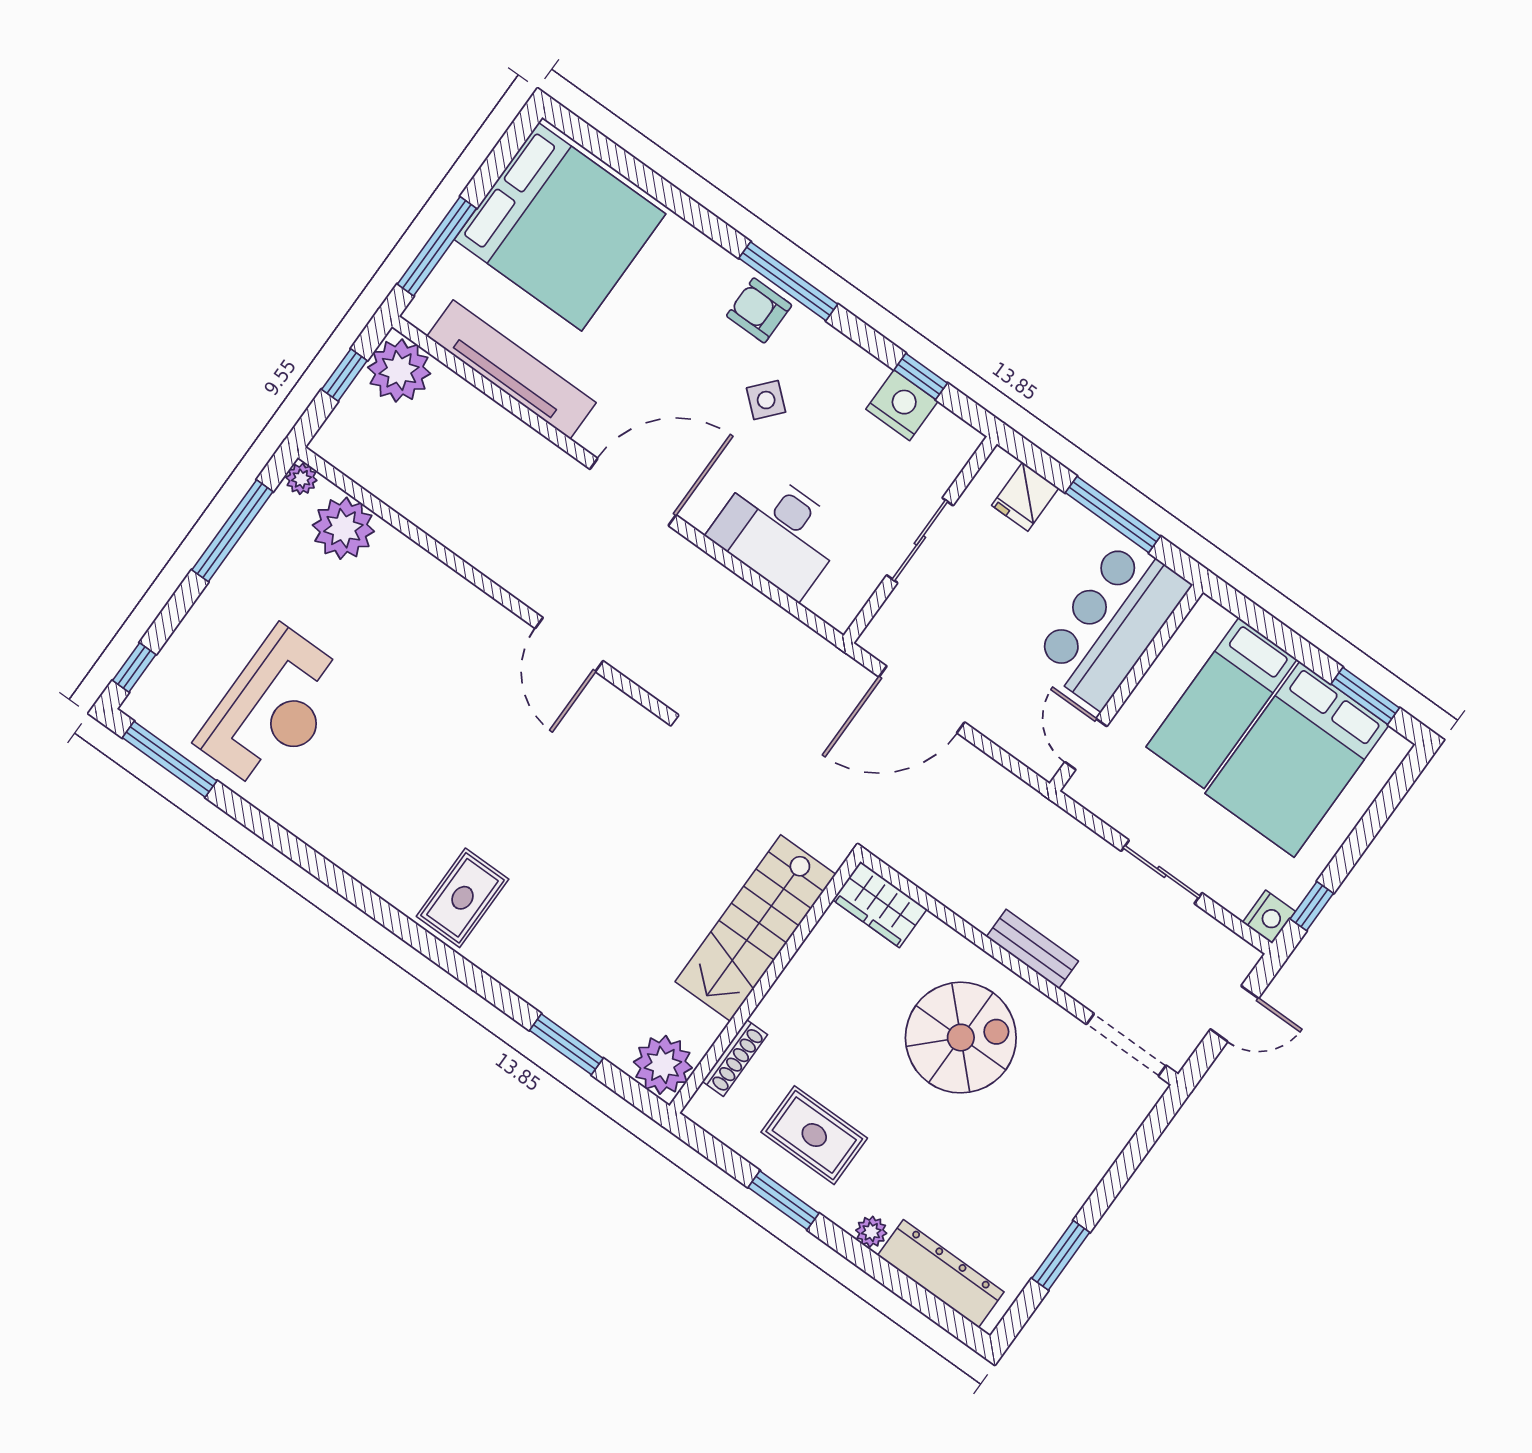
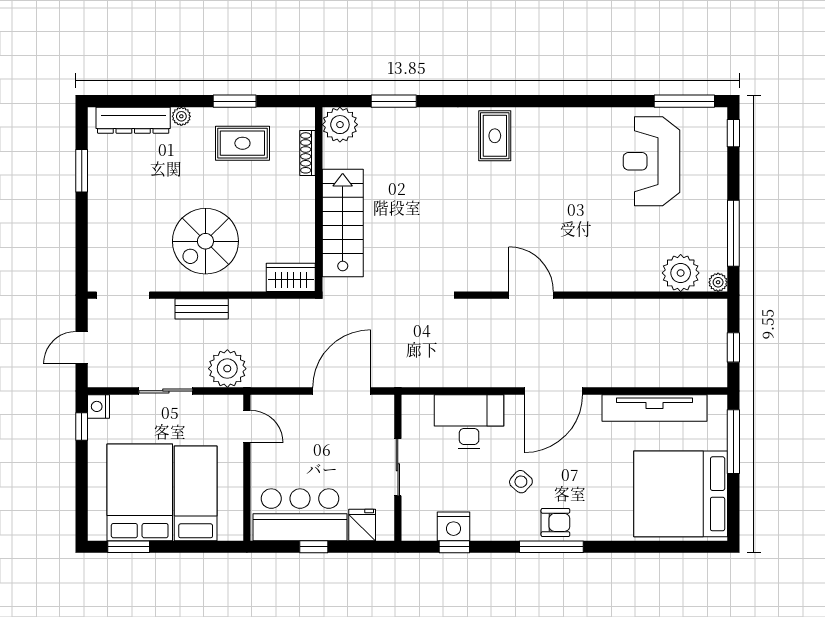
plant: (399, 370) -> (227, 369), moved
window: (1113, 514) -> (314, 547), width x0.46
bar counter: (1112, 623) -> (300, 515), moved, turned -90

